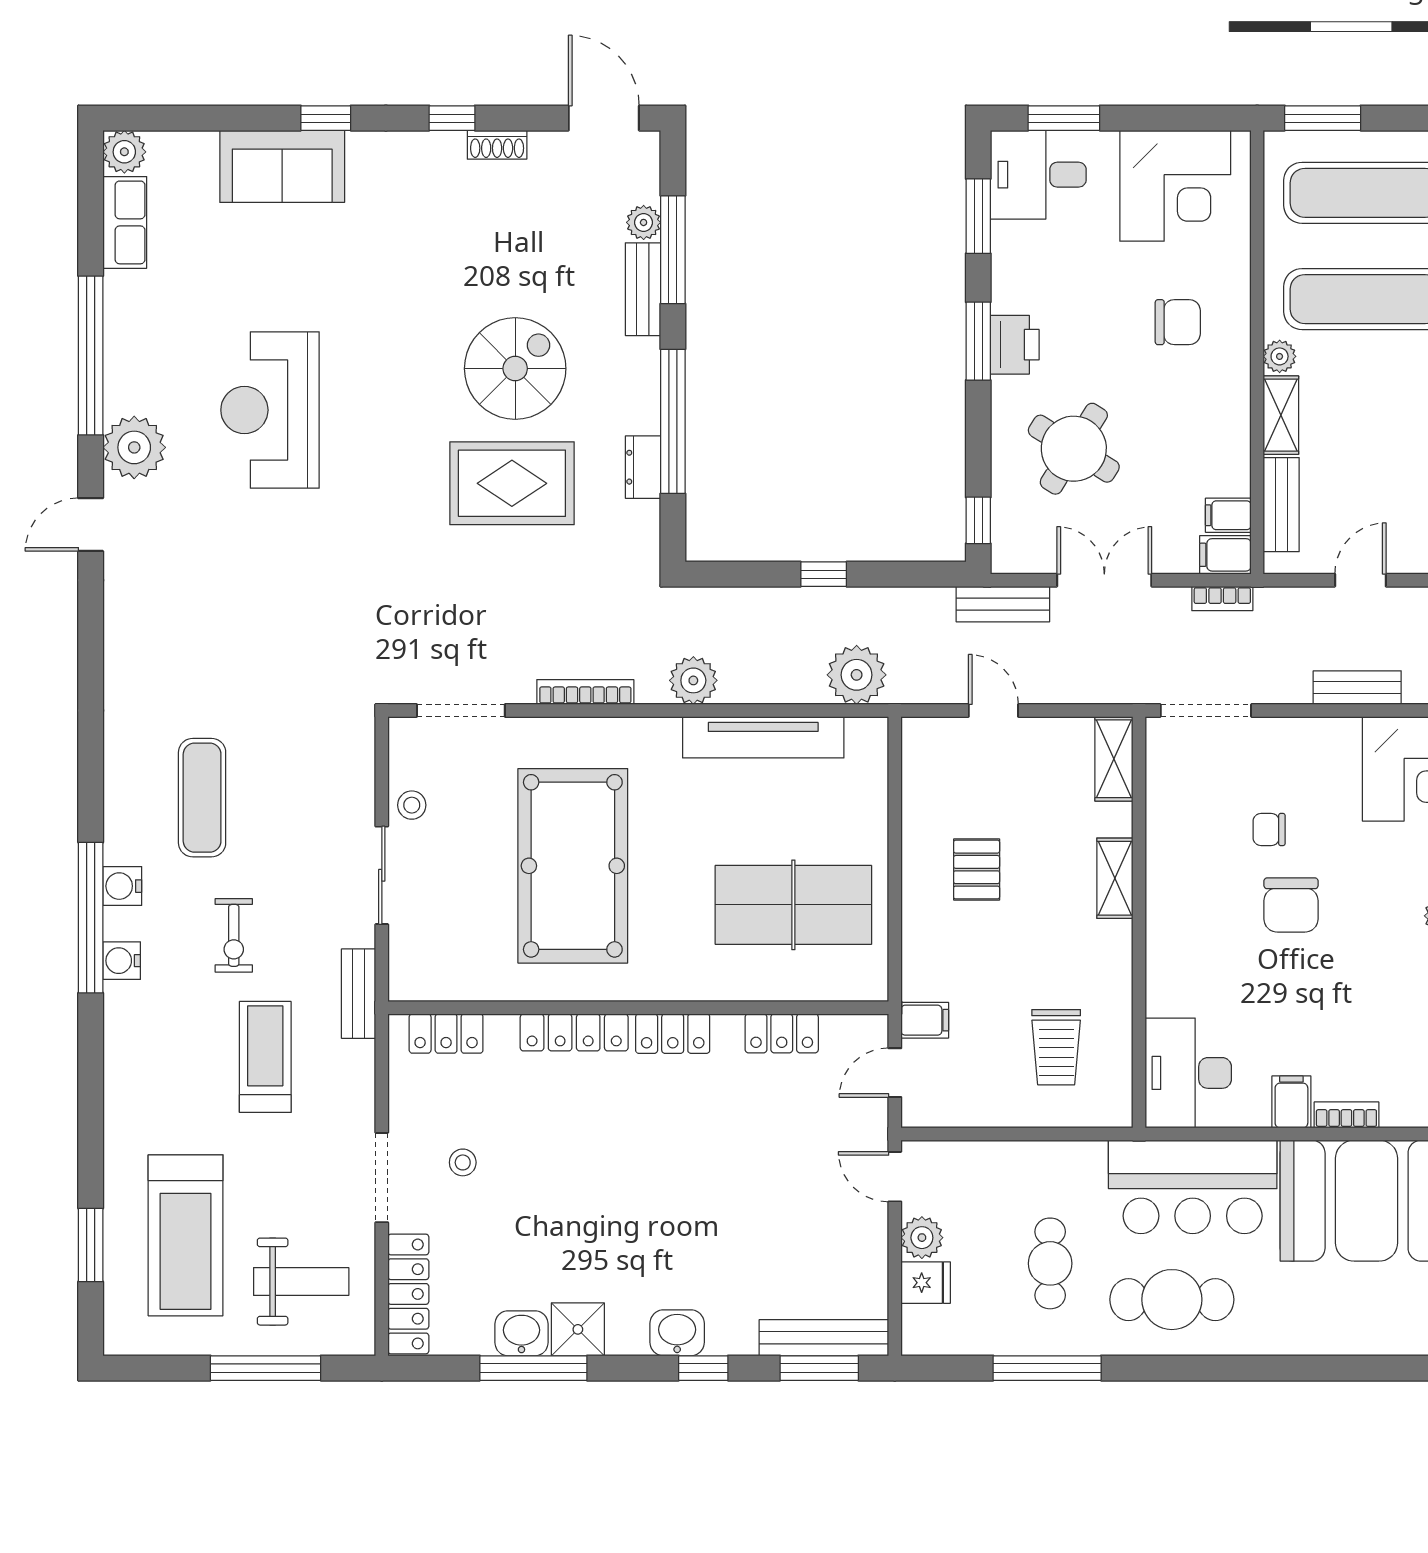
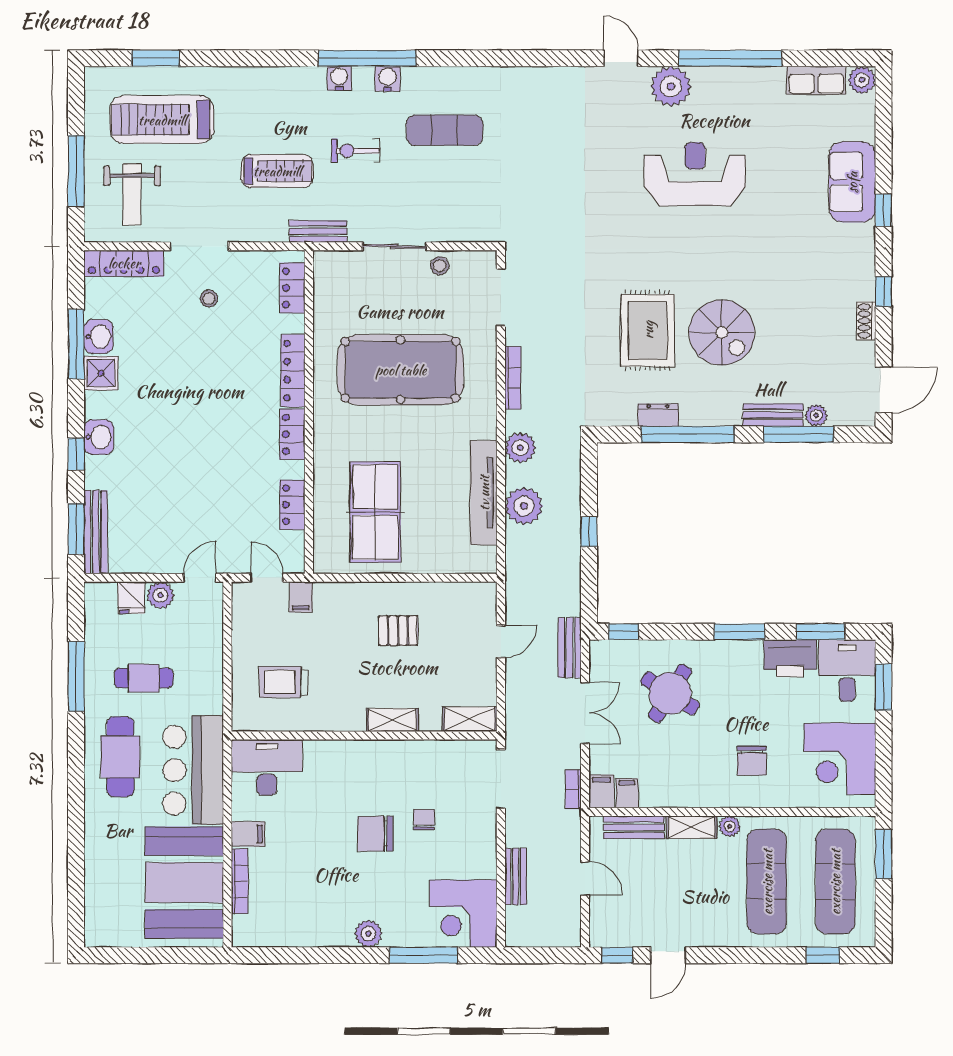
printer: (1015, 345) -> (790, 658), moved, width x1.37, depth x1.19
plant: (857, 675) -> (524, 506), moved
bookcase: (1346, 1115) -> (240, 881), width x1.56

